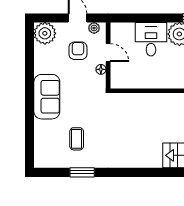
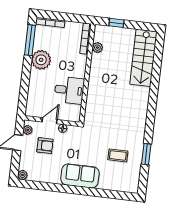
plant: (45, 33) -> (23, 175), width x0.53, depth x0.53
desk: (151, 39) -> (69, 90), moved, turned 180
armchair: (78, 51) -> (45, 146), turned 180

